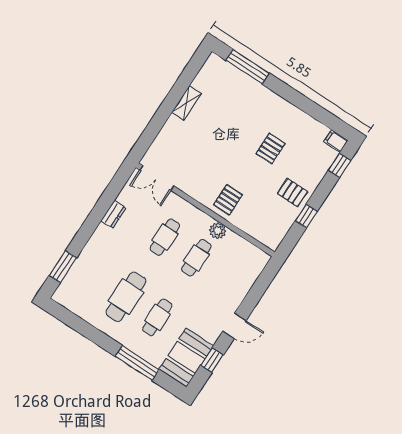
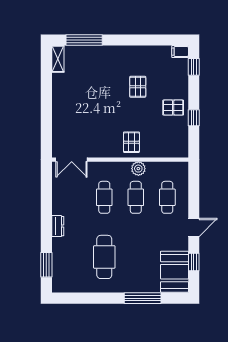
shelving: (186, 103) -> (58, 59), moved
dresser: (113, 214) -> (58, 226), moved
cafe table: (157, 317) -> (167, 197), moved

